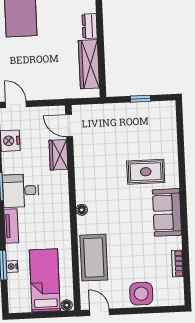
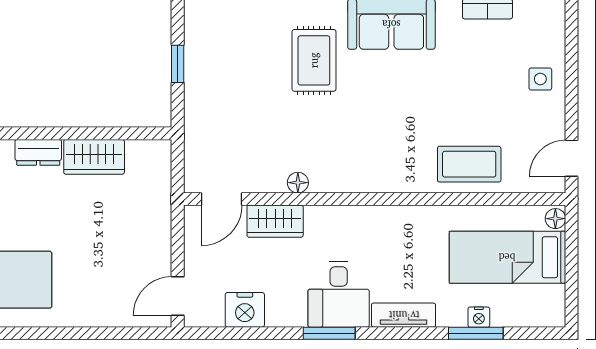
wardrobe: (89, 64) -> (94, 157), width x0.67
floor lamp: (82, 210) -> (298, 183), moved
coffee table: (94, 258) -> (469, 164), width x0.73, depth x0.76
side table: (141, 294) -> (540, 79), width x0.54, depth x0.54

